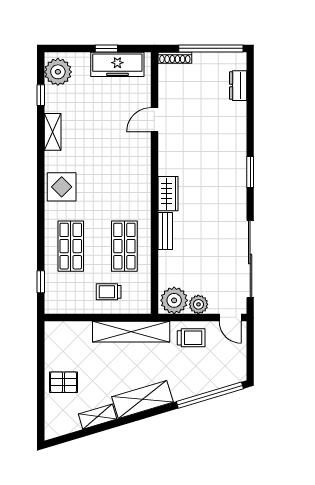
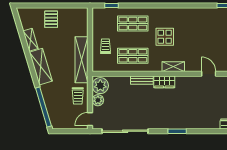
shelving: (53, 132) -> (173, 67), moved
display table: (62, 187) -> (165, 37), moved

